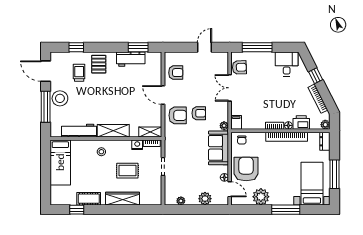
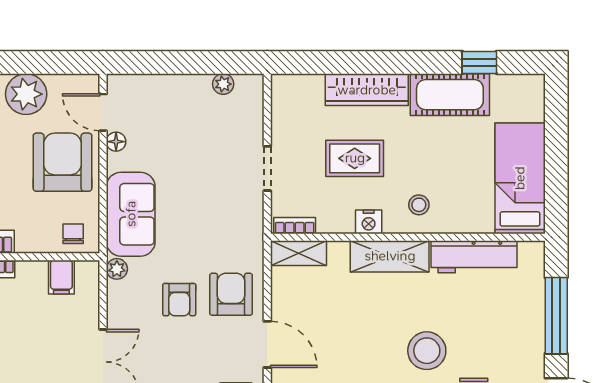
stool: (60, 98) -> (427, 351), moved
armchair: (199, 113) -> (179, 300), turned -90
armchair: (178, 115) -> (231, 294), turned 90
filing cabinet: (236, 122) -> (61, 277), moved
nightstand: (137, 145) -> (369, 222), moved
armchair: (246, 169) -> (63, 162), turned 180
cot: (89, 199) -> (450, 95), width x1.37, depth x1.34
plant: (205, 199) -> (164, 89), removed

